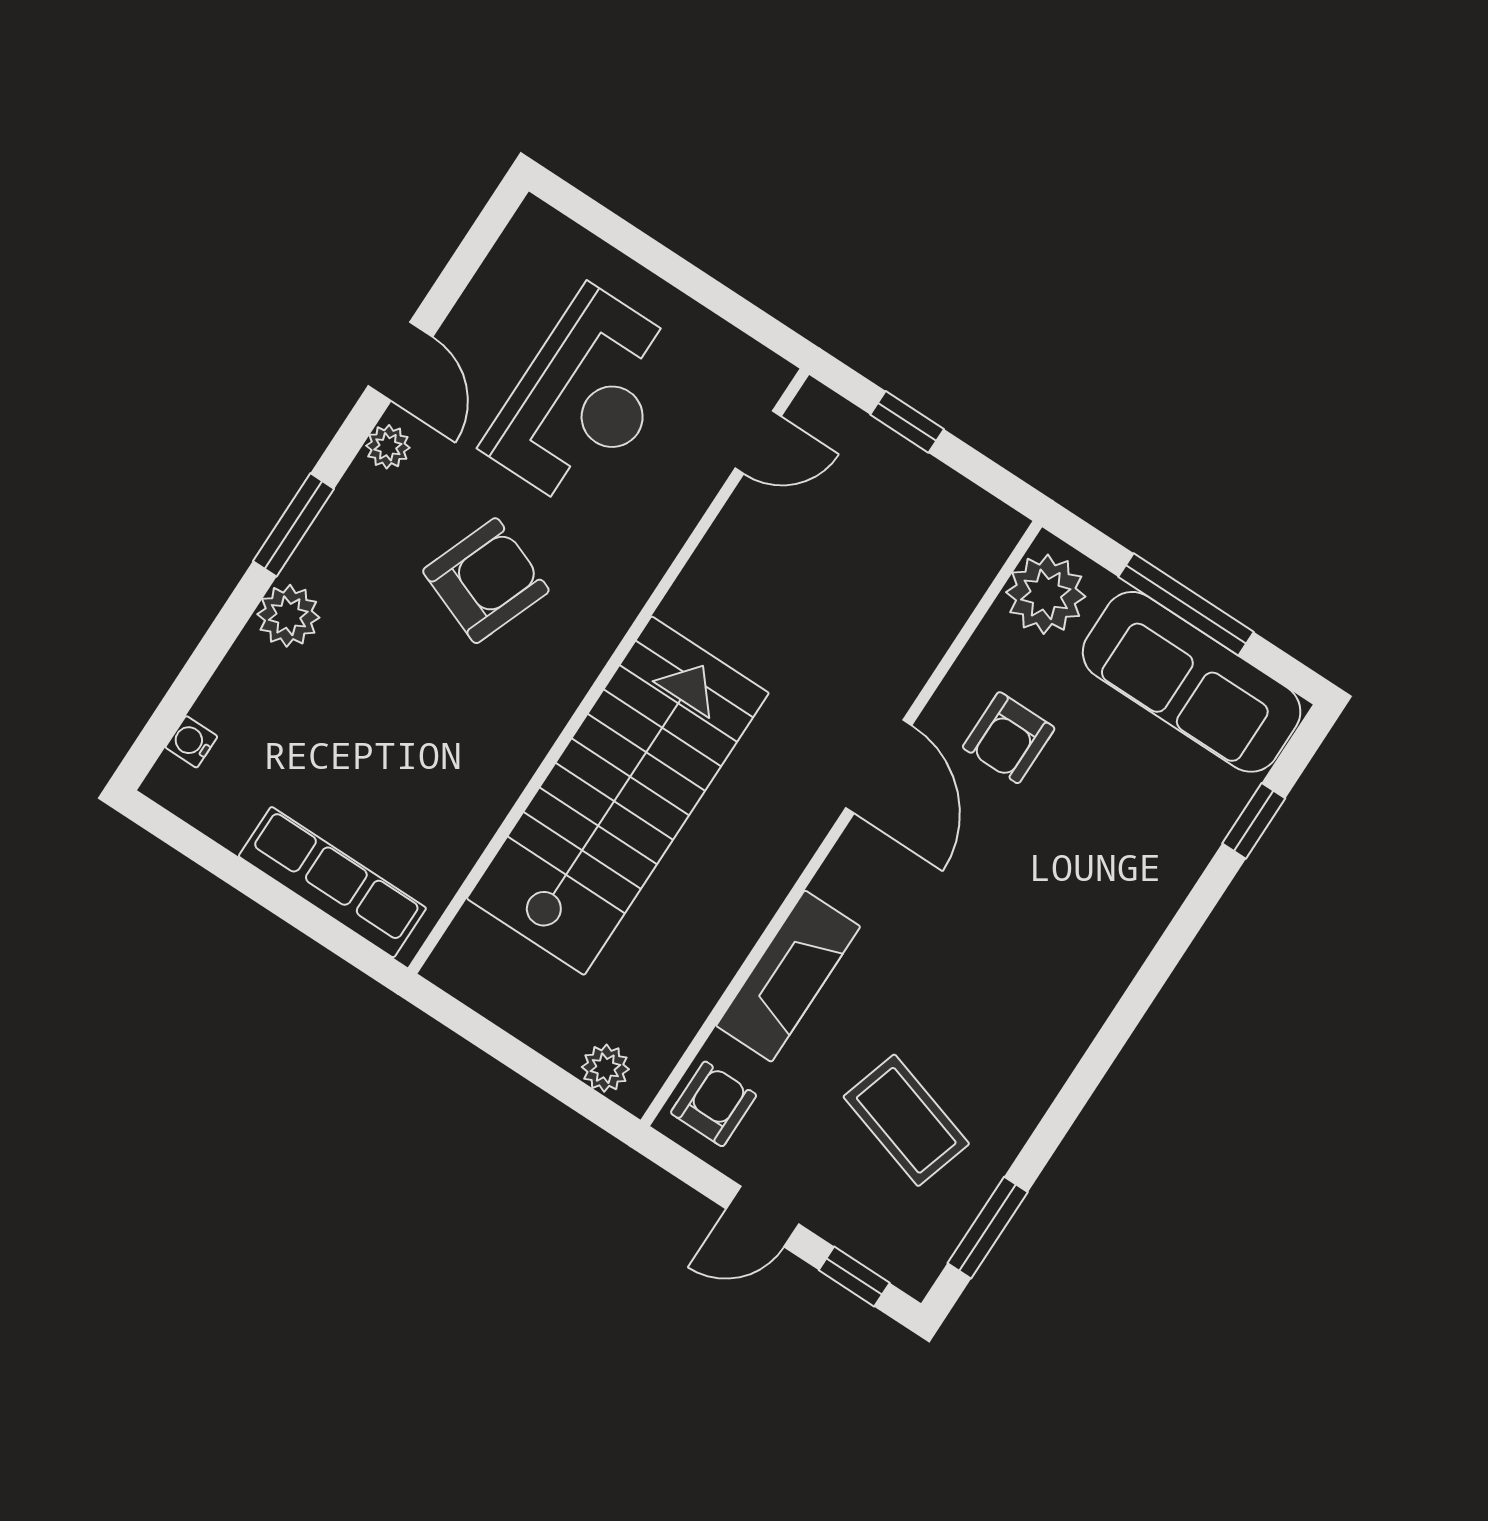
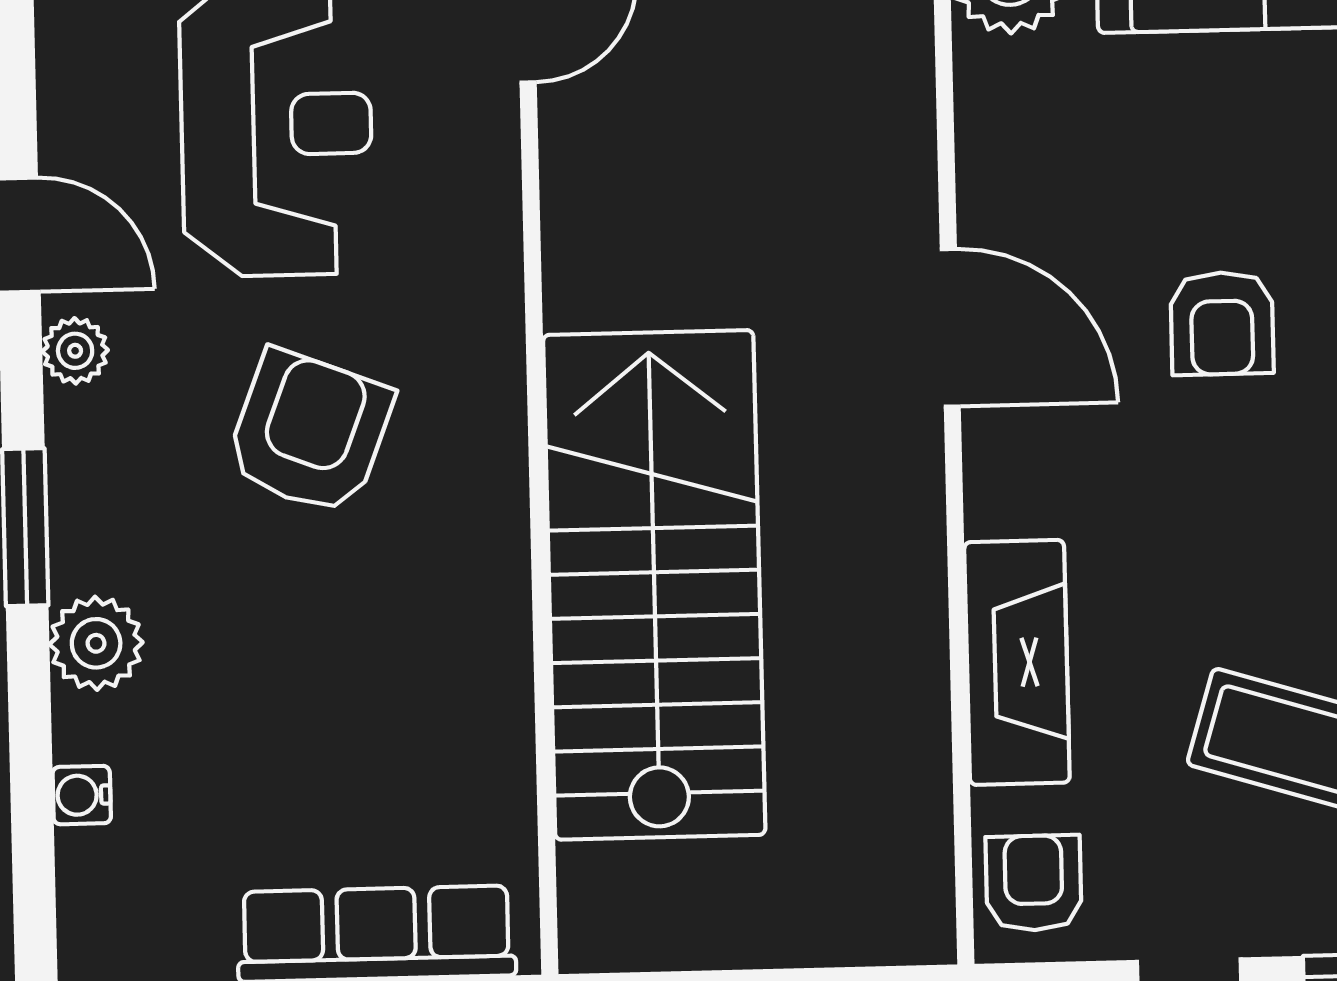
armchair: (1009, 738) -> (1222, 323), moved
water cooler: (191, 742) -> (82, 795), moved
plant: (605, 1068) -> (870, 931), removed

